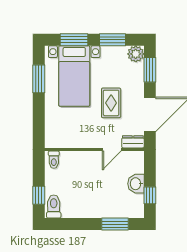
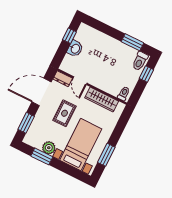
window: (74, 40) -> (68, 170), removed
plant: (136, 54) -> (49, 148), moved
wardrobe: (76, 140) -> (102, 100), added
door: (112, 149) -> (80, 81), swing flipped
window: (115, 224) -> (133, 42), moved

